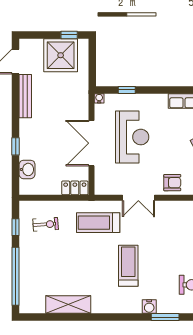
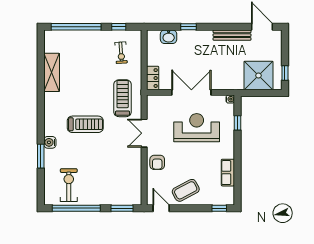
shower: (61, 55) -> (258, 76), moved
reception desk: (132, 137) -> (197, 128), turned 180

